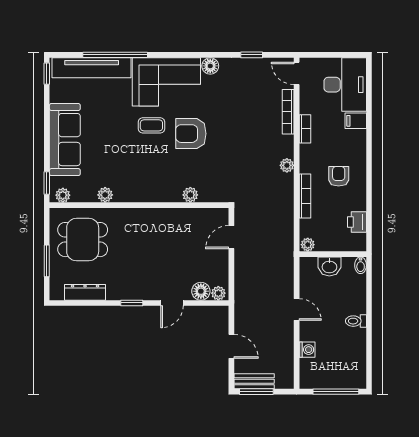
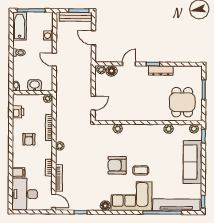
armchair: (191, 134) -> (117, 165), turned 180
dining table: (83, 240) -> (182, 102), turned 90
dresser: (85, 292) -> (161, 71), moved
bathtub: (355, 365) -> (20, 26), added
bench: (254, 381) -> (76, 17), width x1.36

